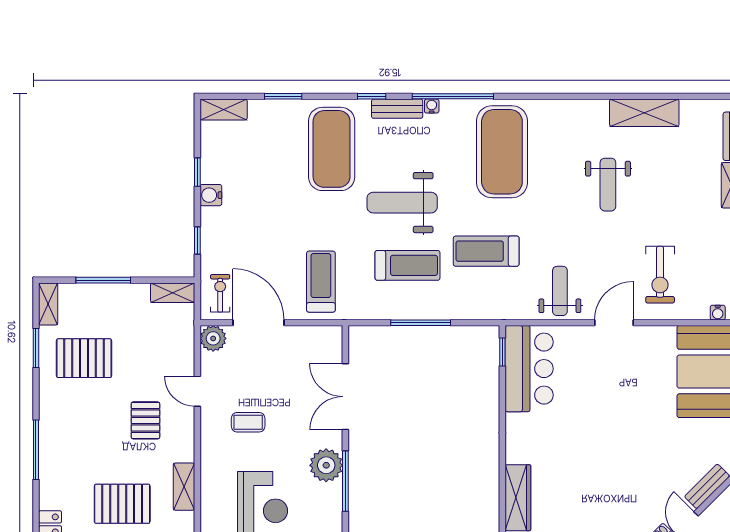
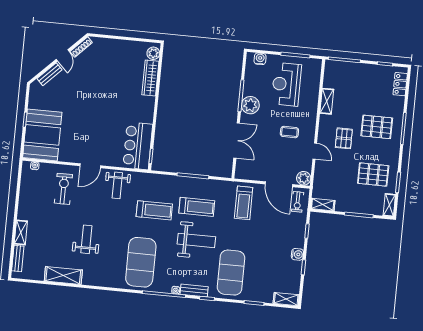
treadmill: (408, 265) -> (197, 207), turned 180
pallet: (122, 504) -> (377, 127), moved

